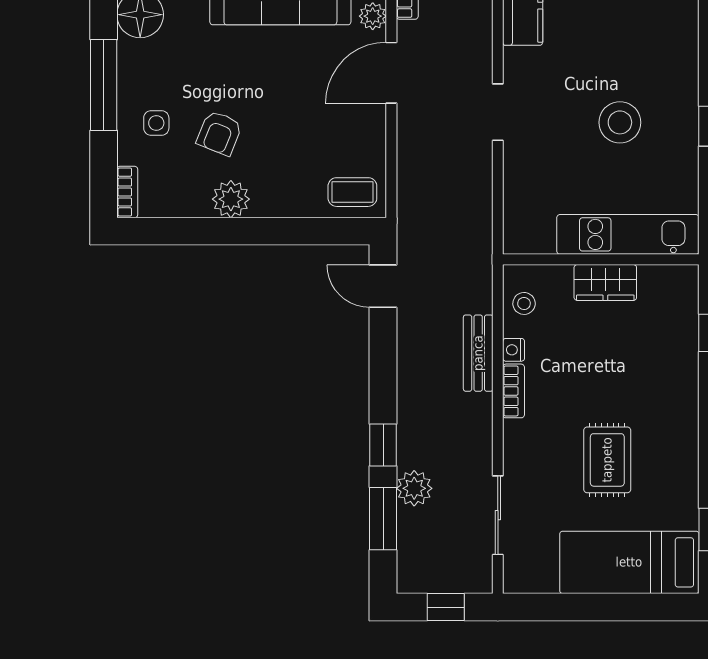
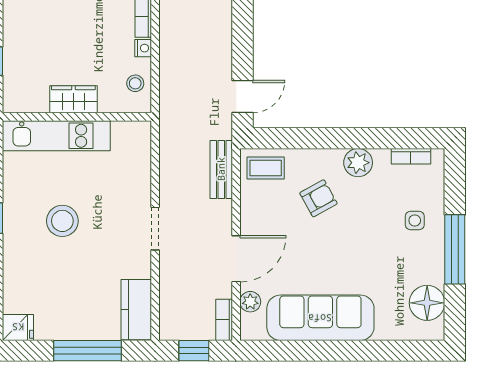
armchair: (219, 133) -> (318, 198), moved, turned 39
bookcase: (127, 192) -> (411, 156), moved, turned -90
door: (383, 286) -> (242, 96), hinge flipped
bench: (478, 353) -> (221, 169), moved

